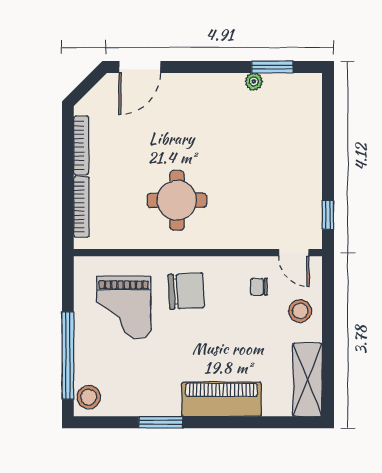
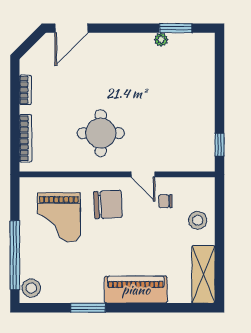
bookcase: (81, 145) -> (25, 90), width x0.64
door: (294, 253) -> (143, 174), moved

